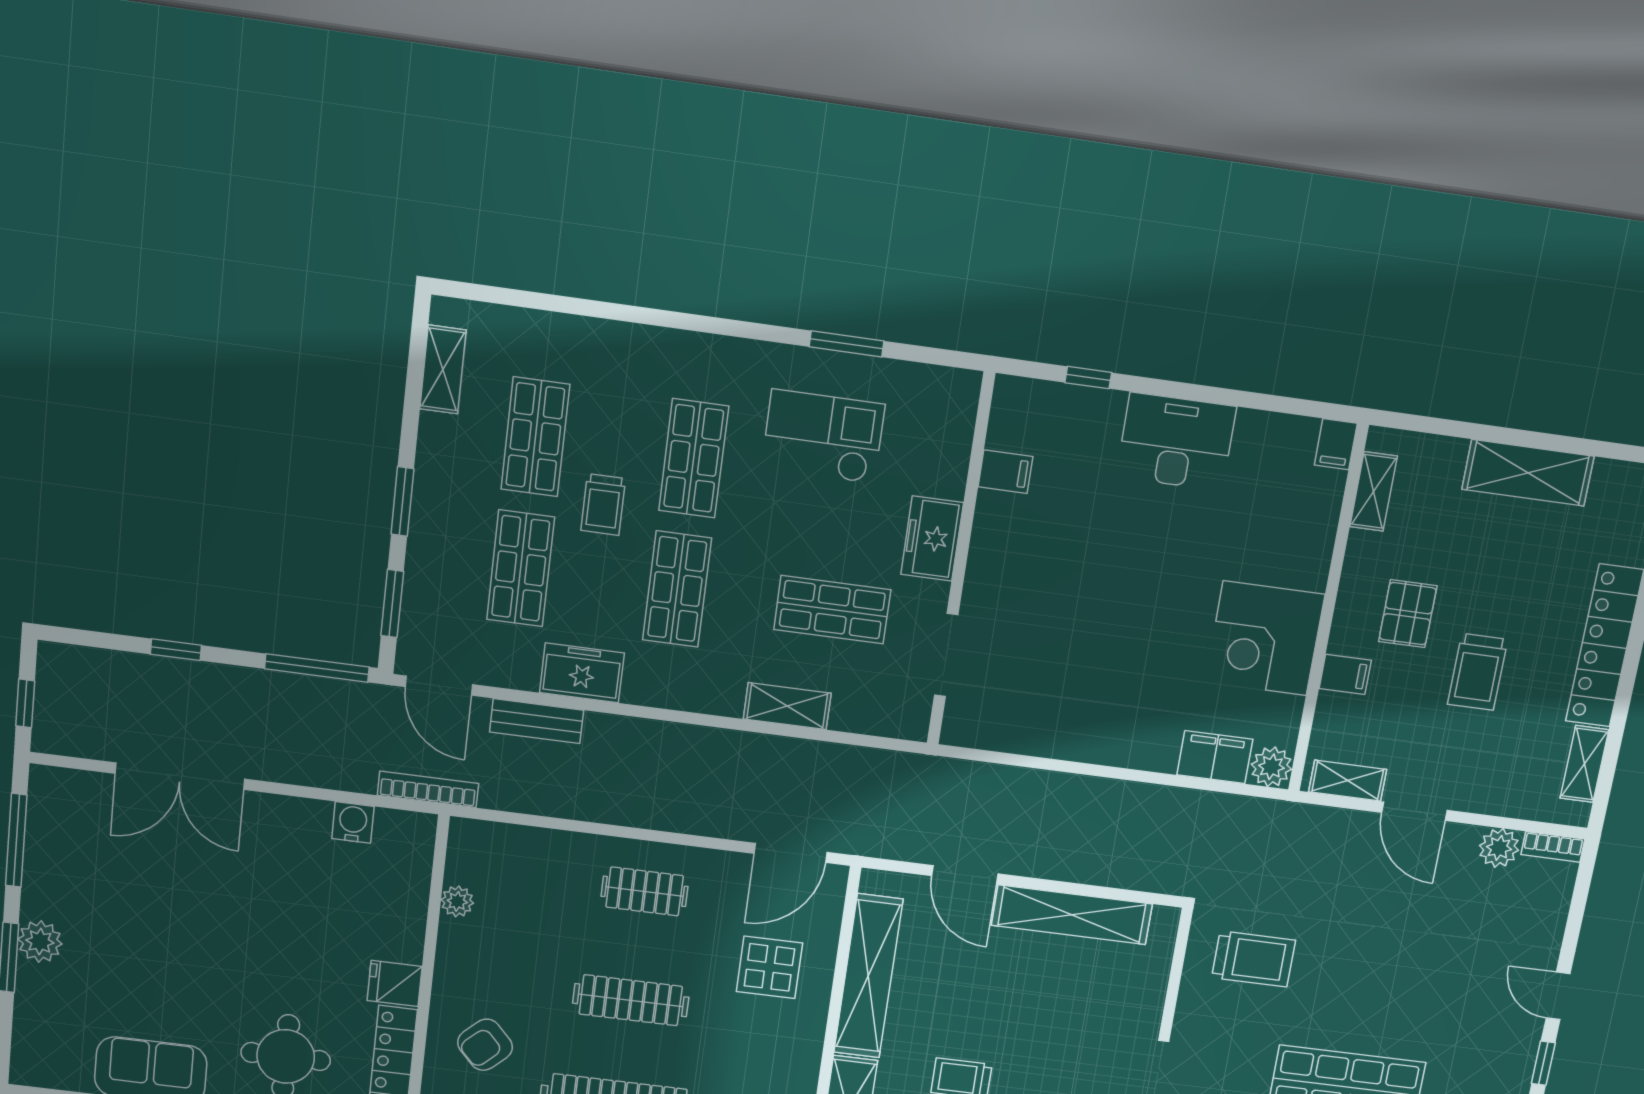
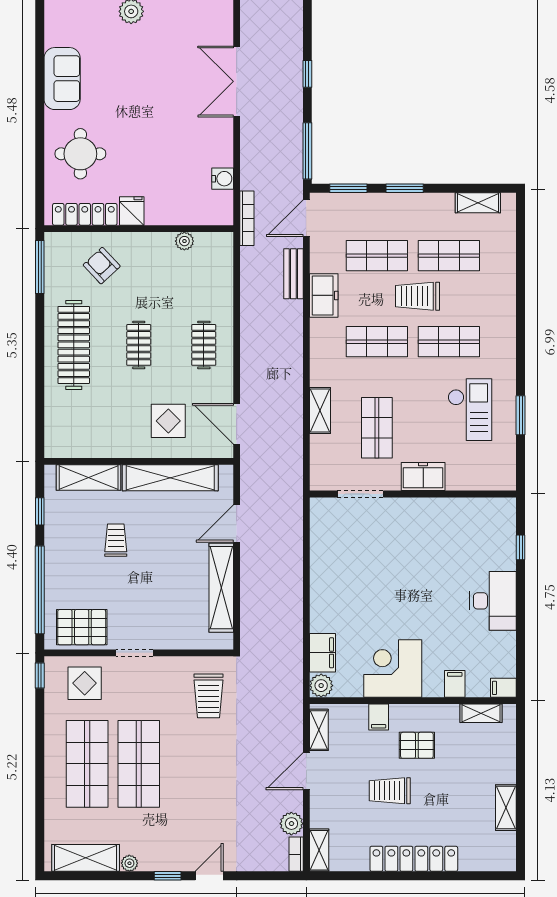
filing cabinet: (1005, 472) -> (455, 684), moved, turned 180
shelving: (1528, 473) -> (506, 808), width x0.67, depth x0.75
trolley: (603, 505) -> (418, 296), width x1.36, depth x1.39
shelving: (1584, 764) -> (319, 850), moved, turned 90
clothes rail: (631, 1000) -> (139, 345), width x0.73

